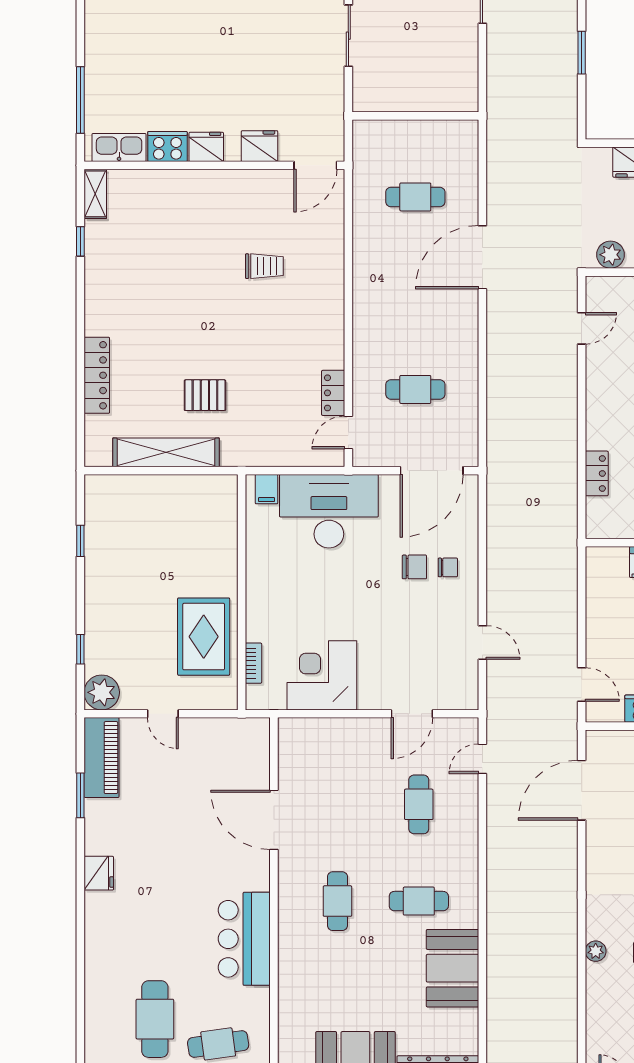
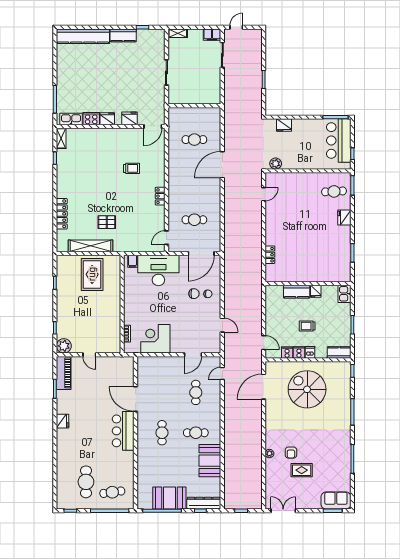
locker: (333, 393) -> (160, 196), moved
rug: (204, 637) -> (92, 274), moved
bar counter: (244, 939) -> (123, 431), moved

